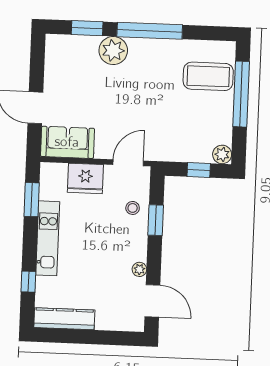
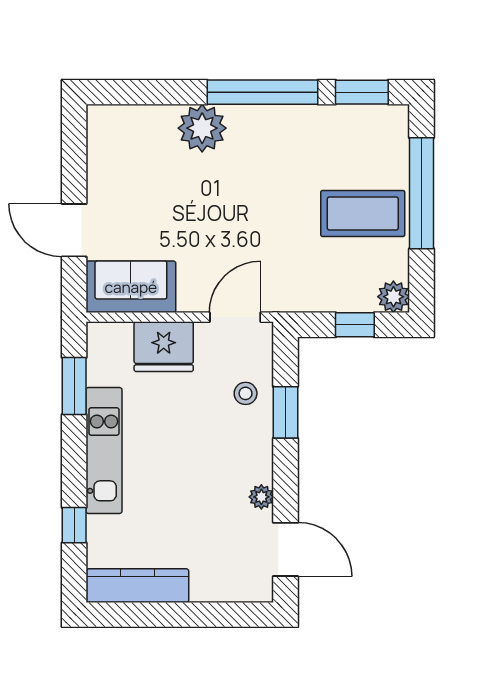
window: (87, 28) -> (362, 92), moved
coffee table: (208, 76) -> (363, 214), moved

